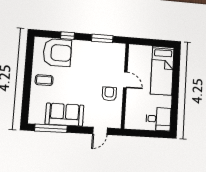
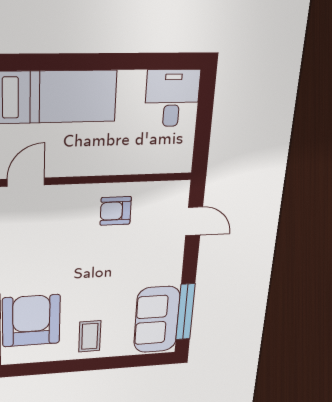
door: (125, 80) -> (26, 182), moved
sofa: (65, 115) -> (157, 320), moved

